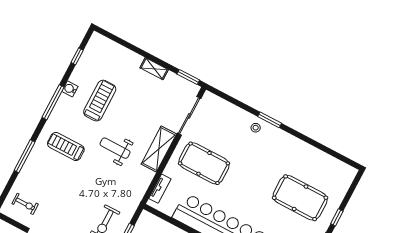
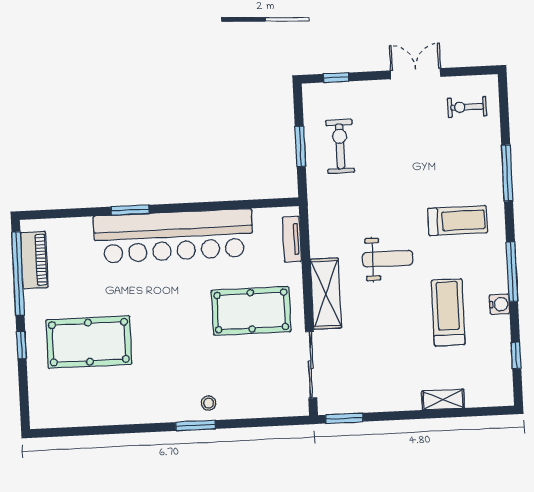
shelving: (154, 69) -> (443, 400), moved
treadmill: (100, 101) -> (448, 312), turned 180

